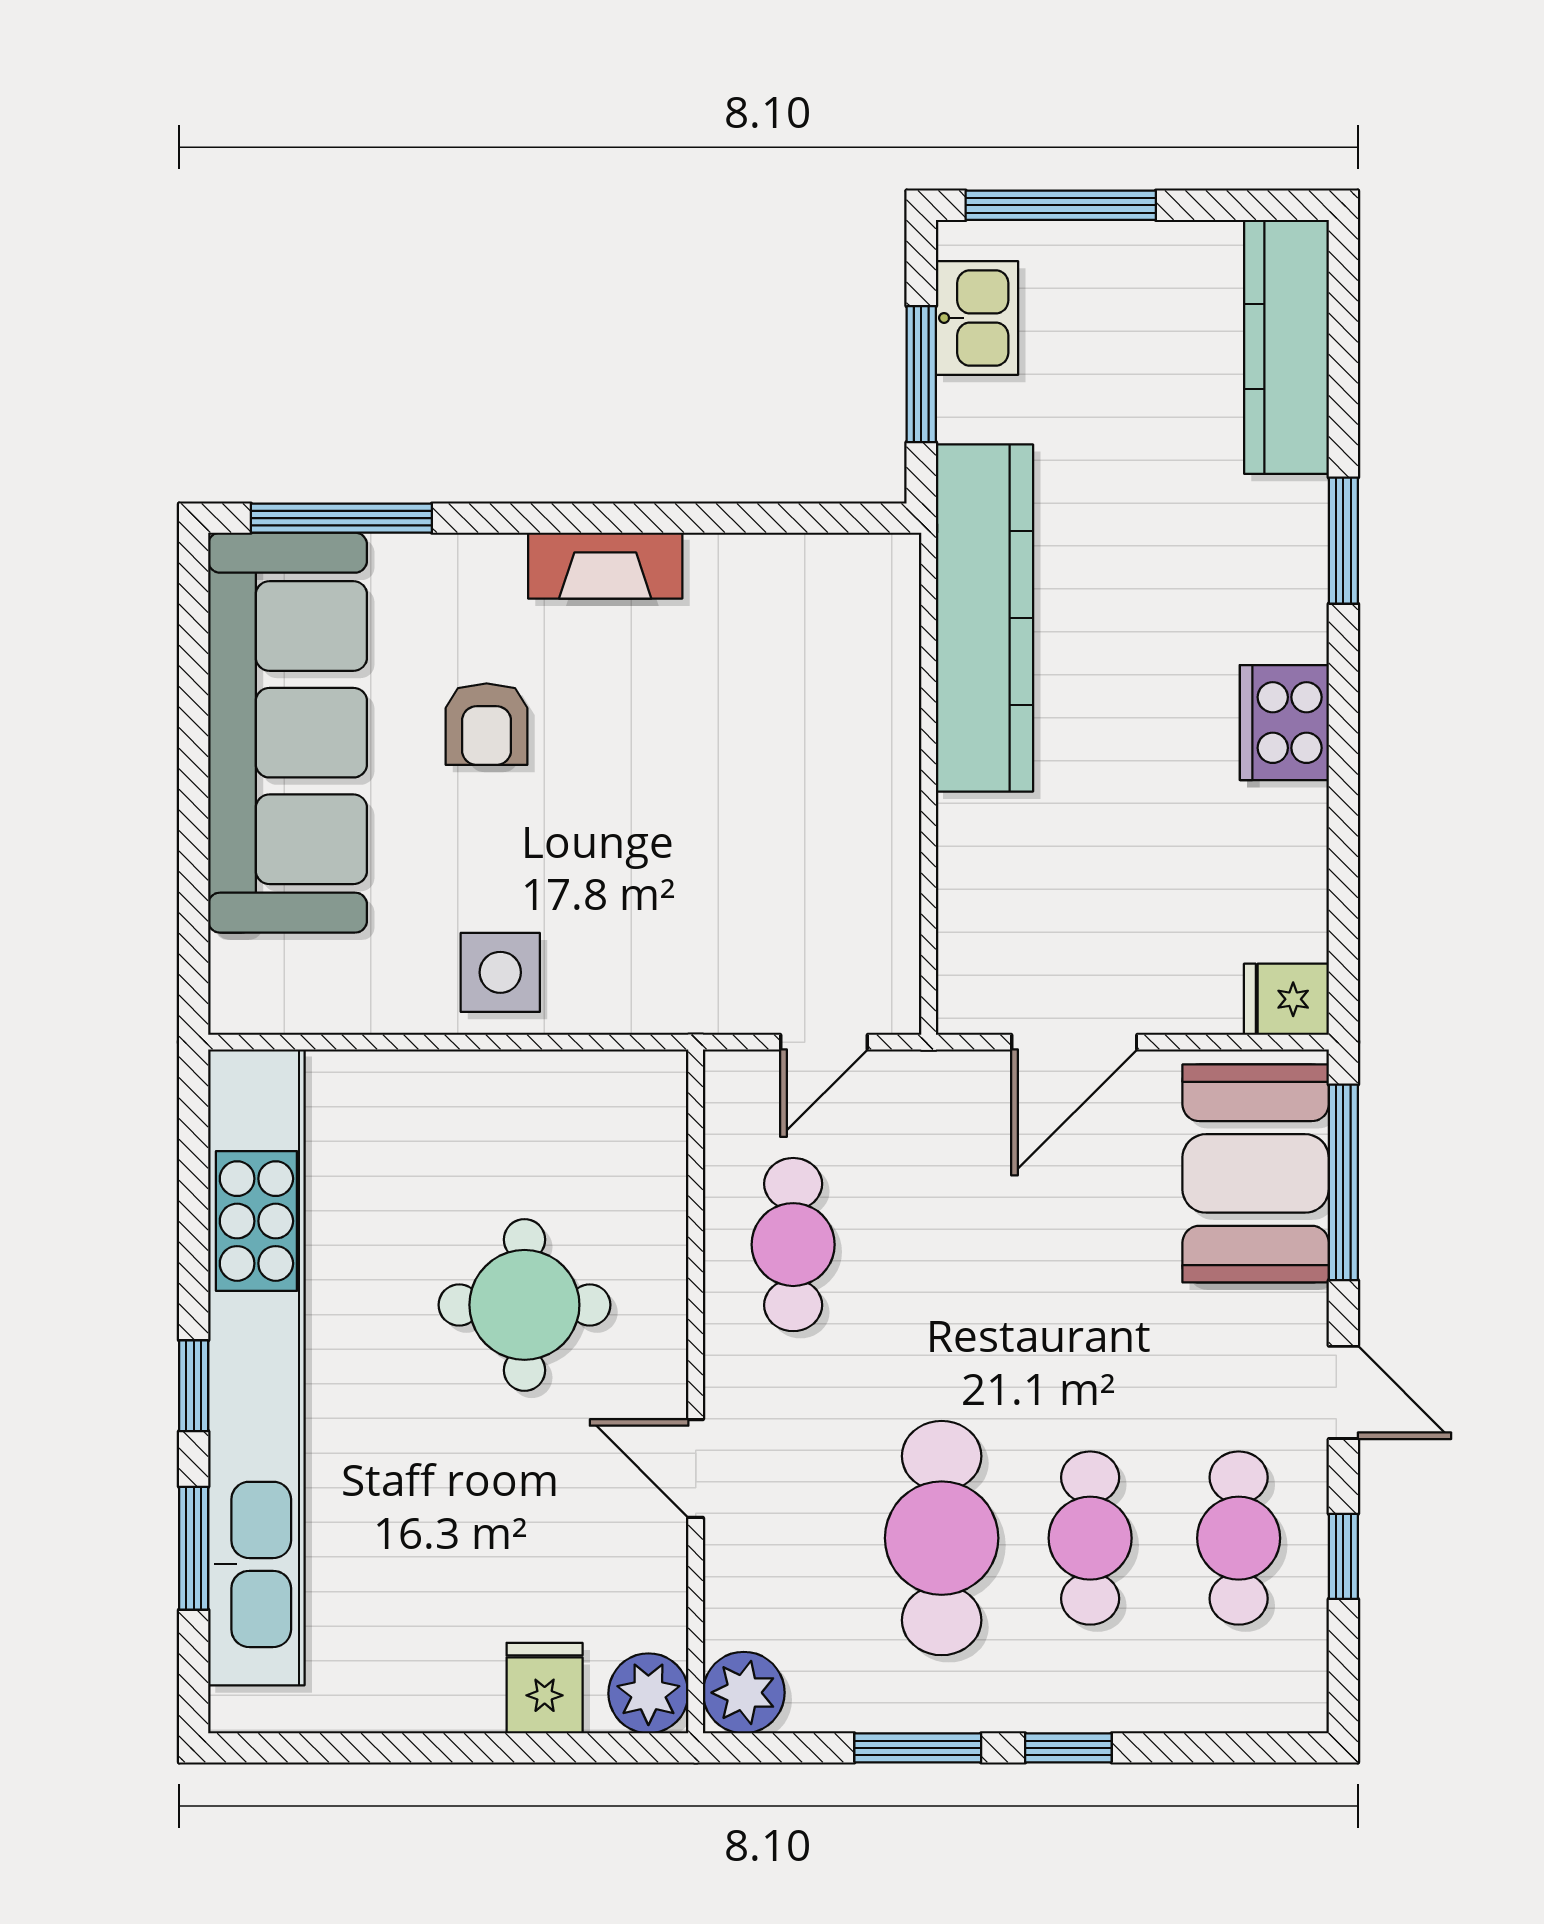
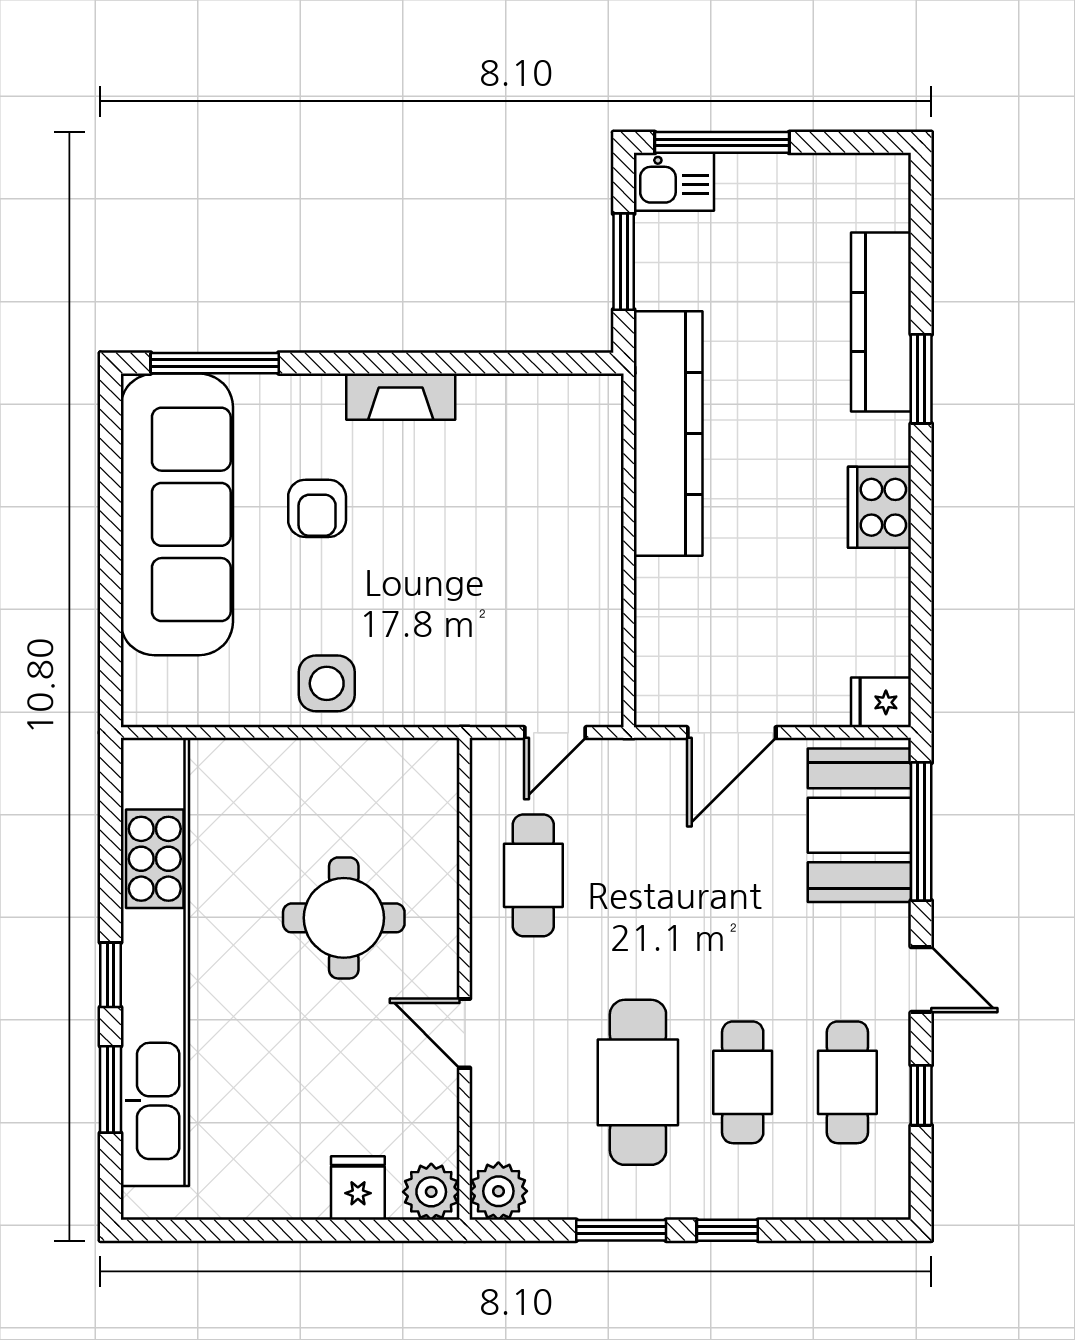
kitchen sink: (977, 318) -> (674, 182), moved, turned 90
kitchen counter: (1286, 347) -> (881, 322), moved

